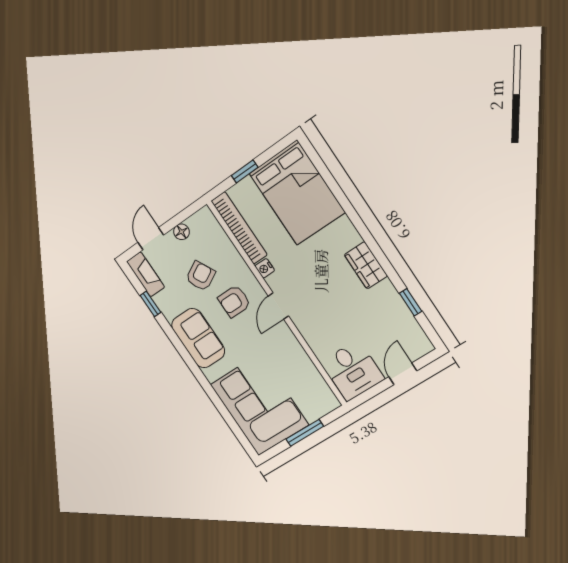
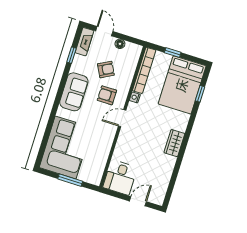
door: (151, 239) -> (104, 31), hinge flipped
window: (411, 302) -> (200, 94), moved

